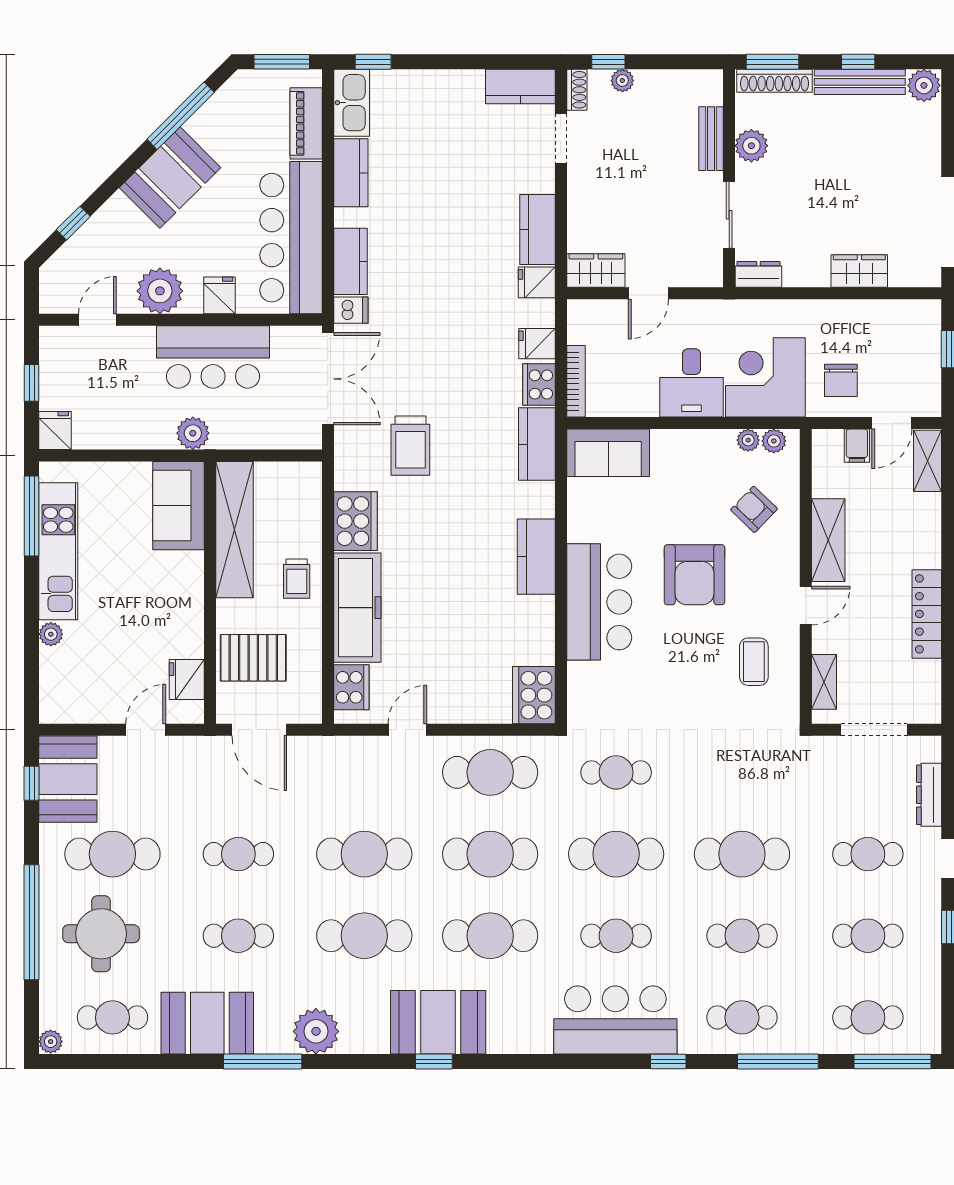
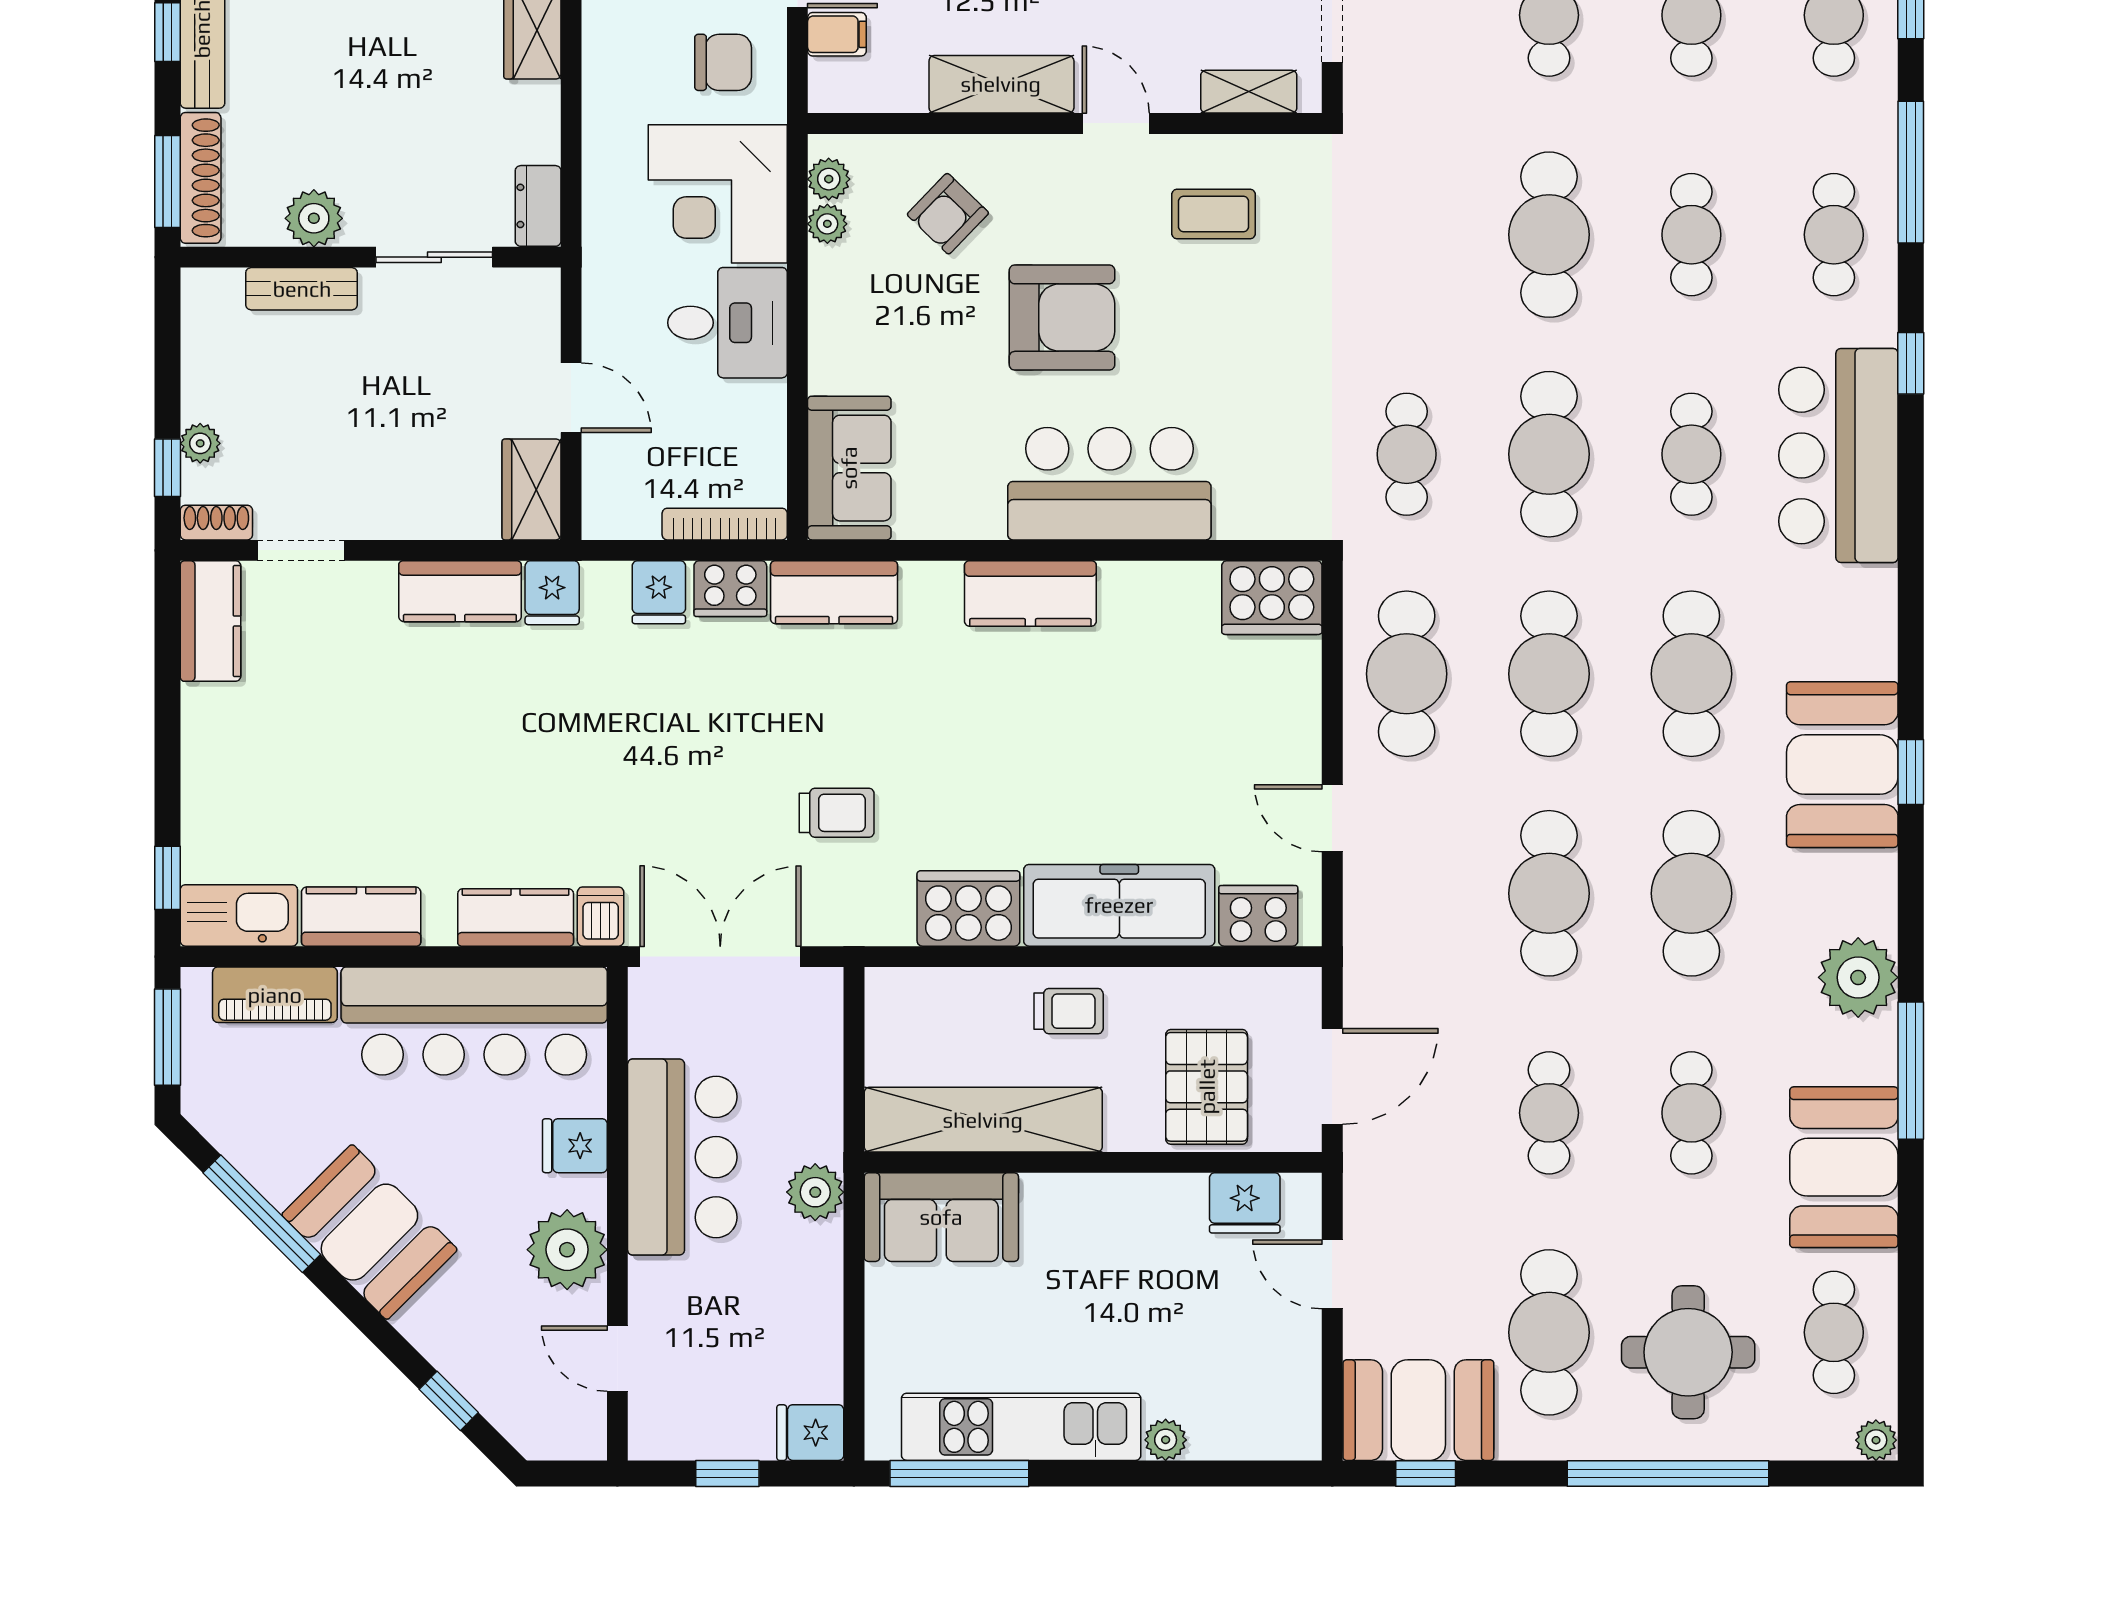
trolley: (410, 446) -> (837, 813), width x0.73, depth x0.72

